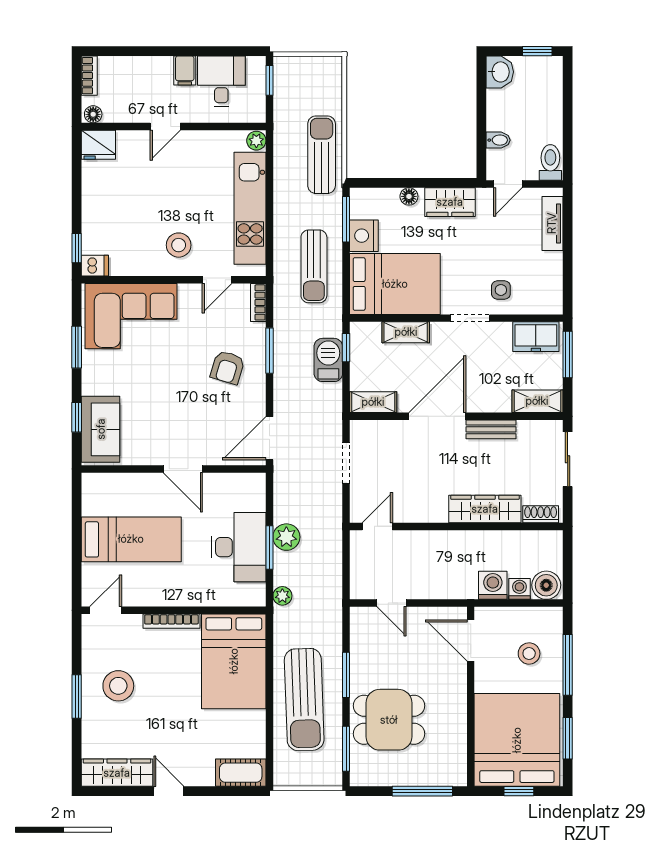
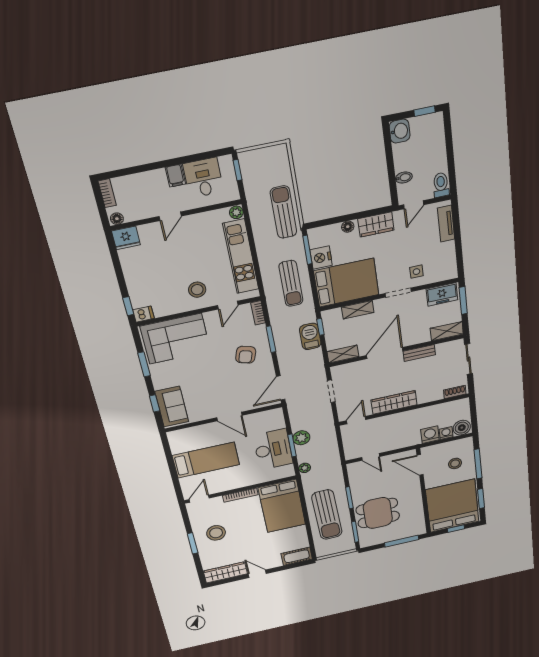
wardrobe: (485, 509) -> (394, 402), moved

